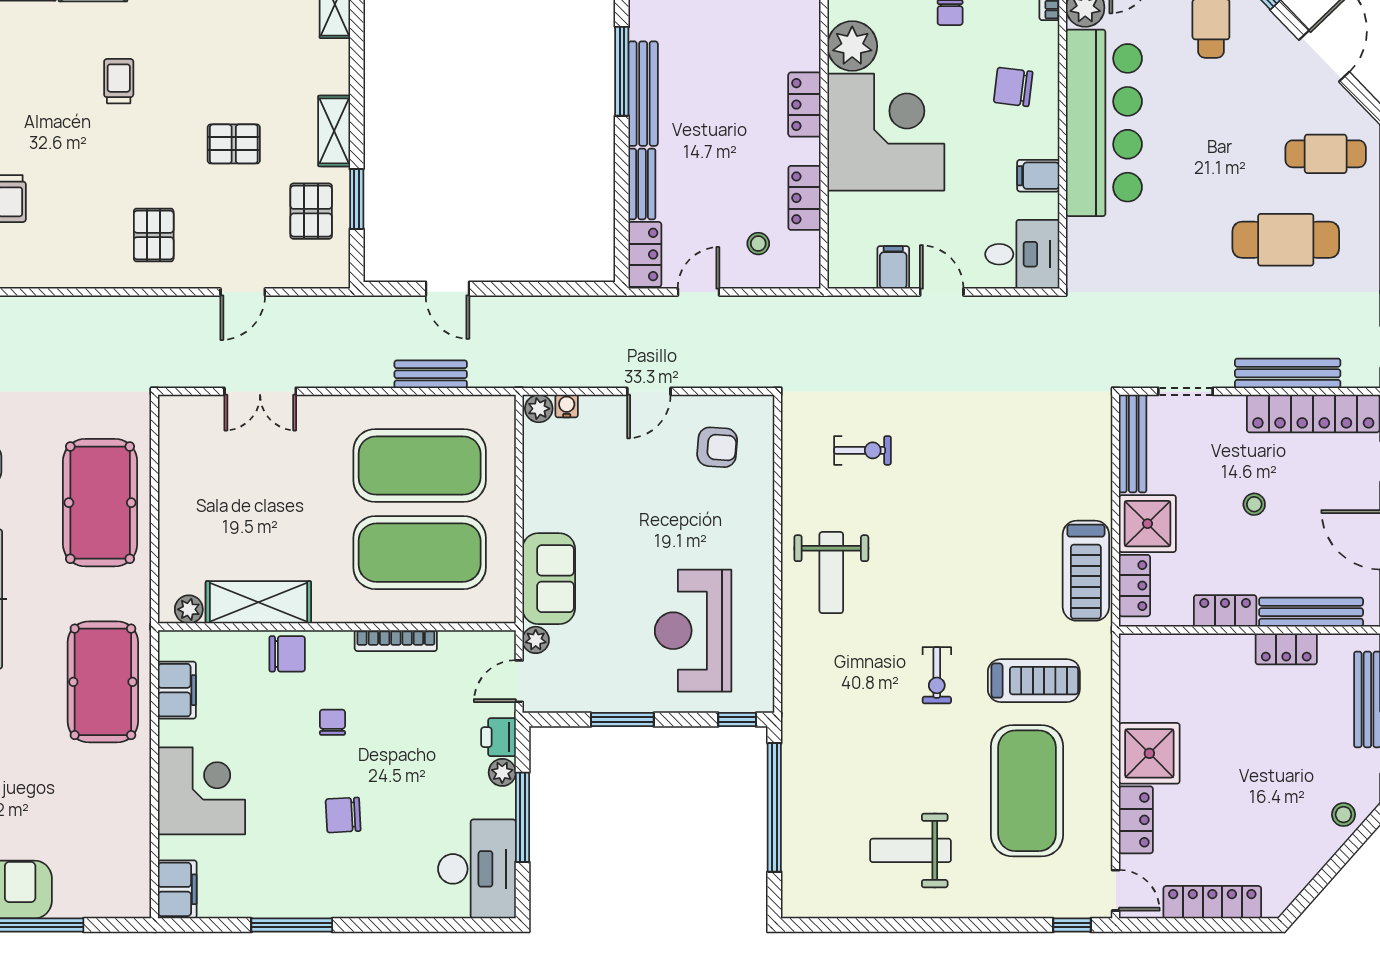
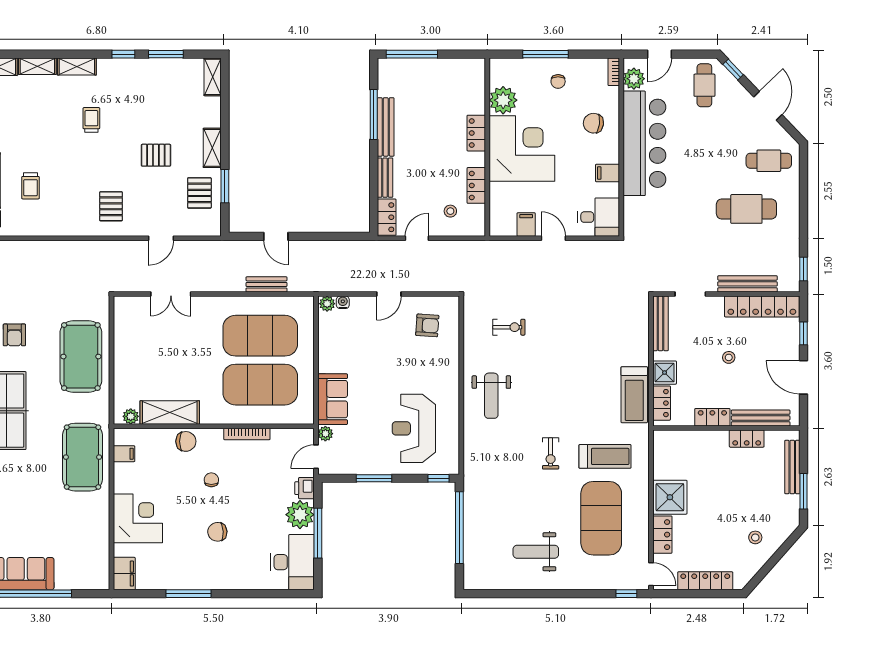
shower: (1147, 524) -> (665, 373), width x0.73, depth x0.73
filing cabinet: (177, 690) -> (124, 454), width x0.50
plant: (502, 772) -> (300, 515), width x1.87, depth x1.87
stool: (1343, 815) -> (755, 537), moved

